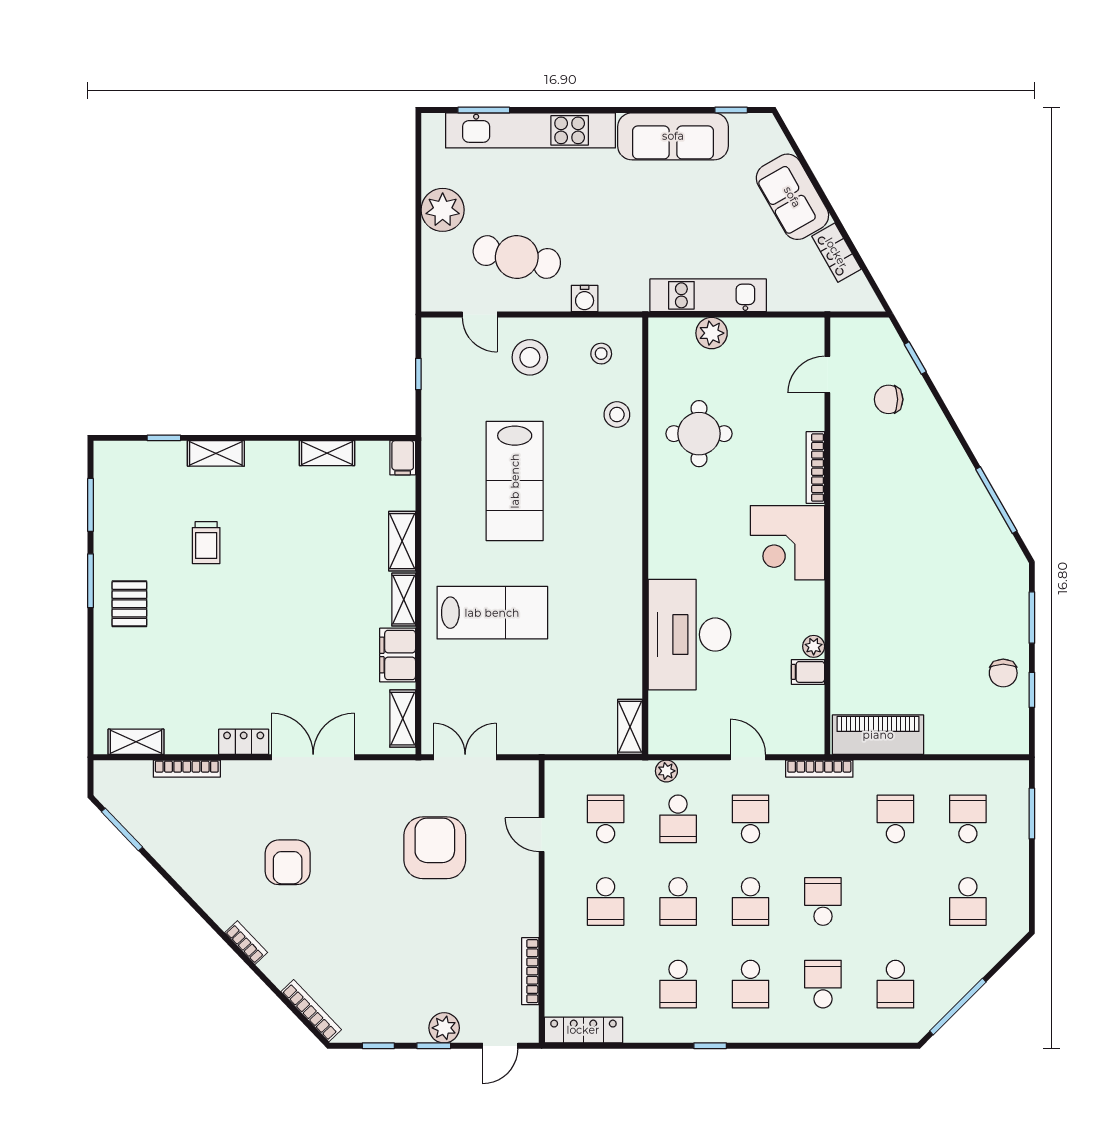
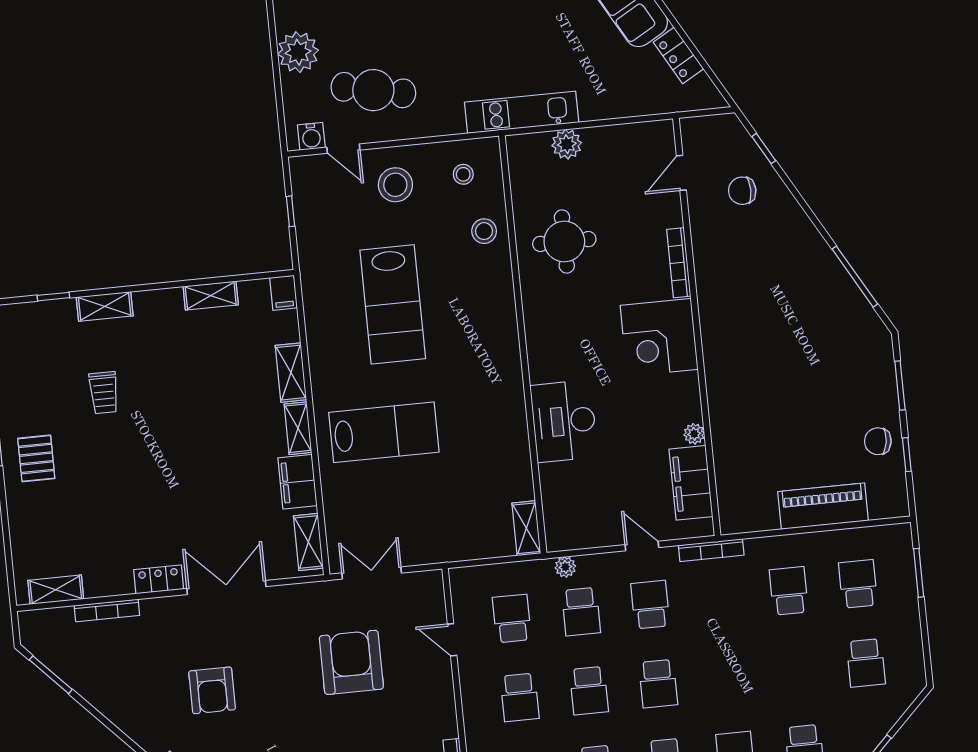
kitchen unit: (708, 295) -> (522, 112), moved
water cooler: (585, 298) -> (311, 136), moved
desk: (689, 635) -> (564, 421), width x0.73, depth x0.77
filing cabinet: (808, 672) -> (691, 483), width x3.00, depth x1.17
chair: (1003, 673) -> (878, 441), turned 98
piano: (878, 735) -> (823, 506), moved
school desk: (823, 901) -> (727, 677), removed

